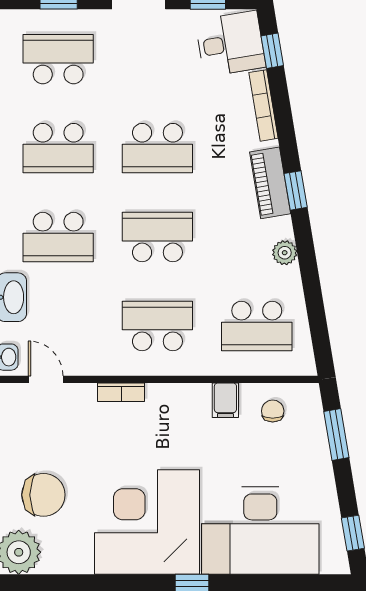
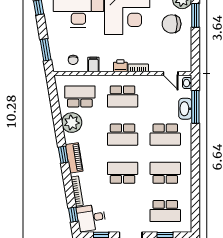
school desk: (58, 237) -> (165, 135), turned 180
plant: (285, 253) -> (72, 123), width x1.88, depth x1.88
printer: (163, 397) -> (120, 66), added

